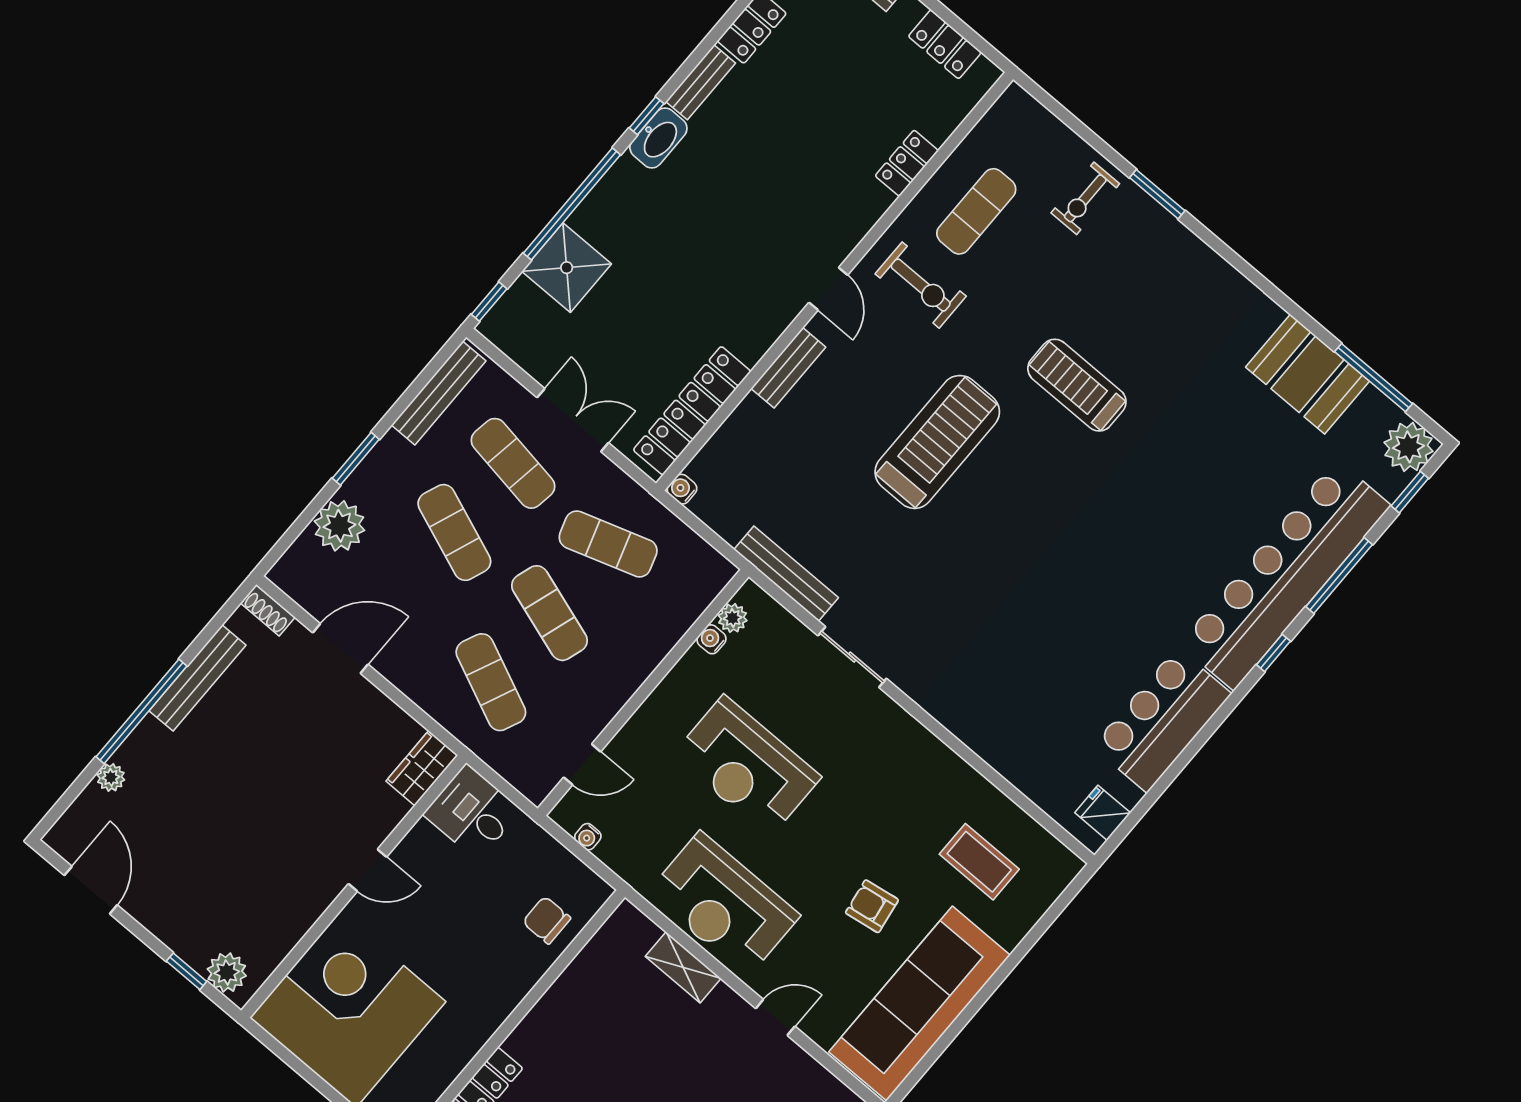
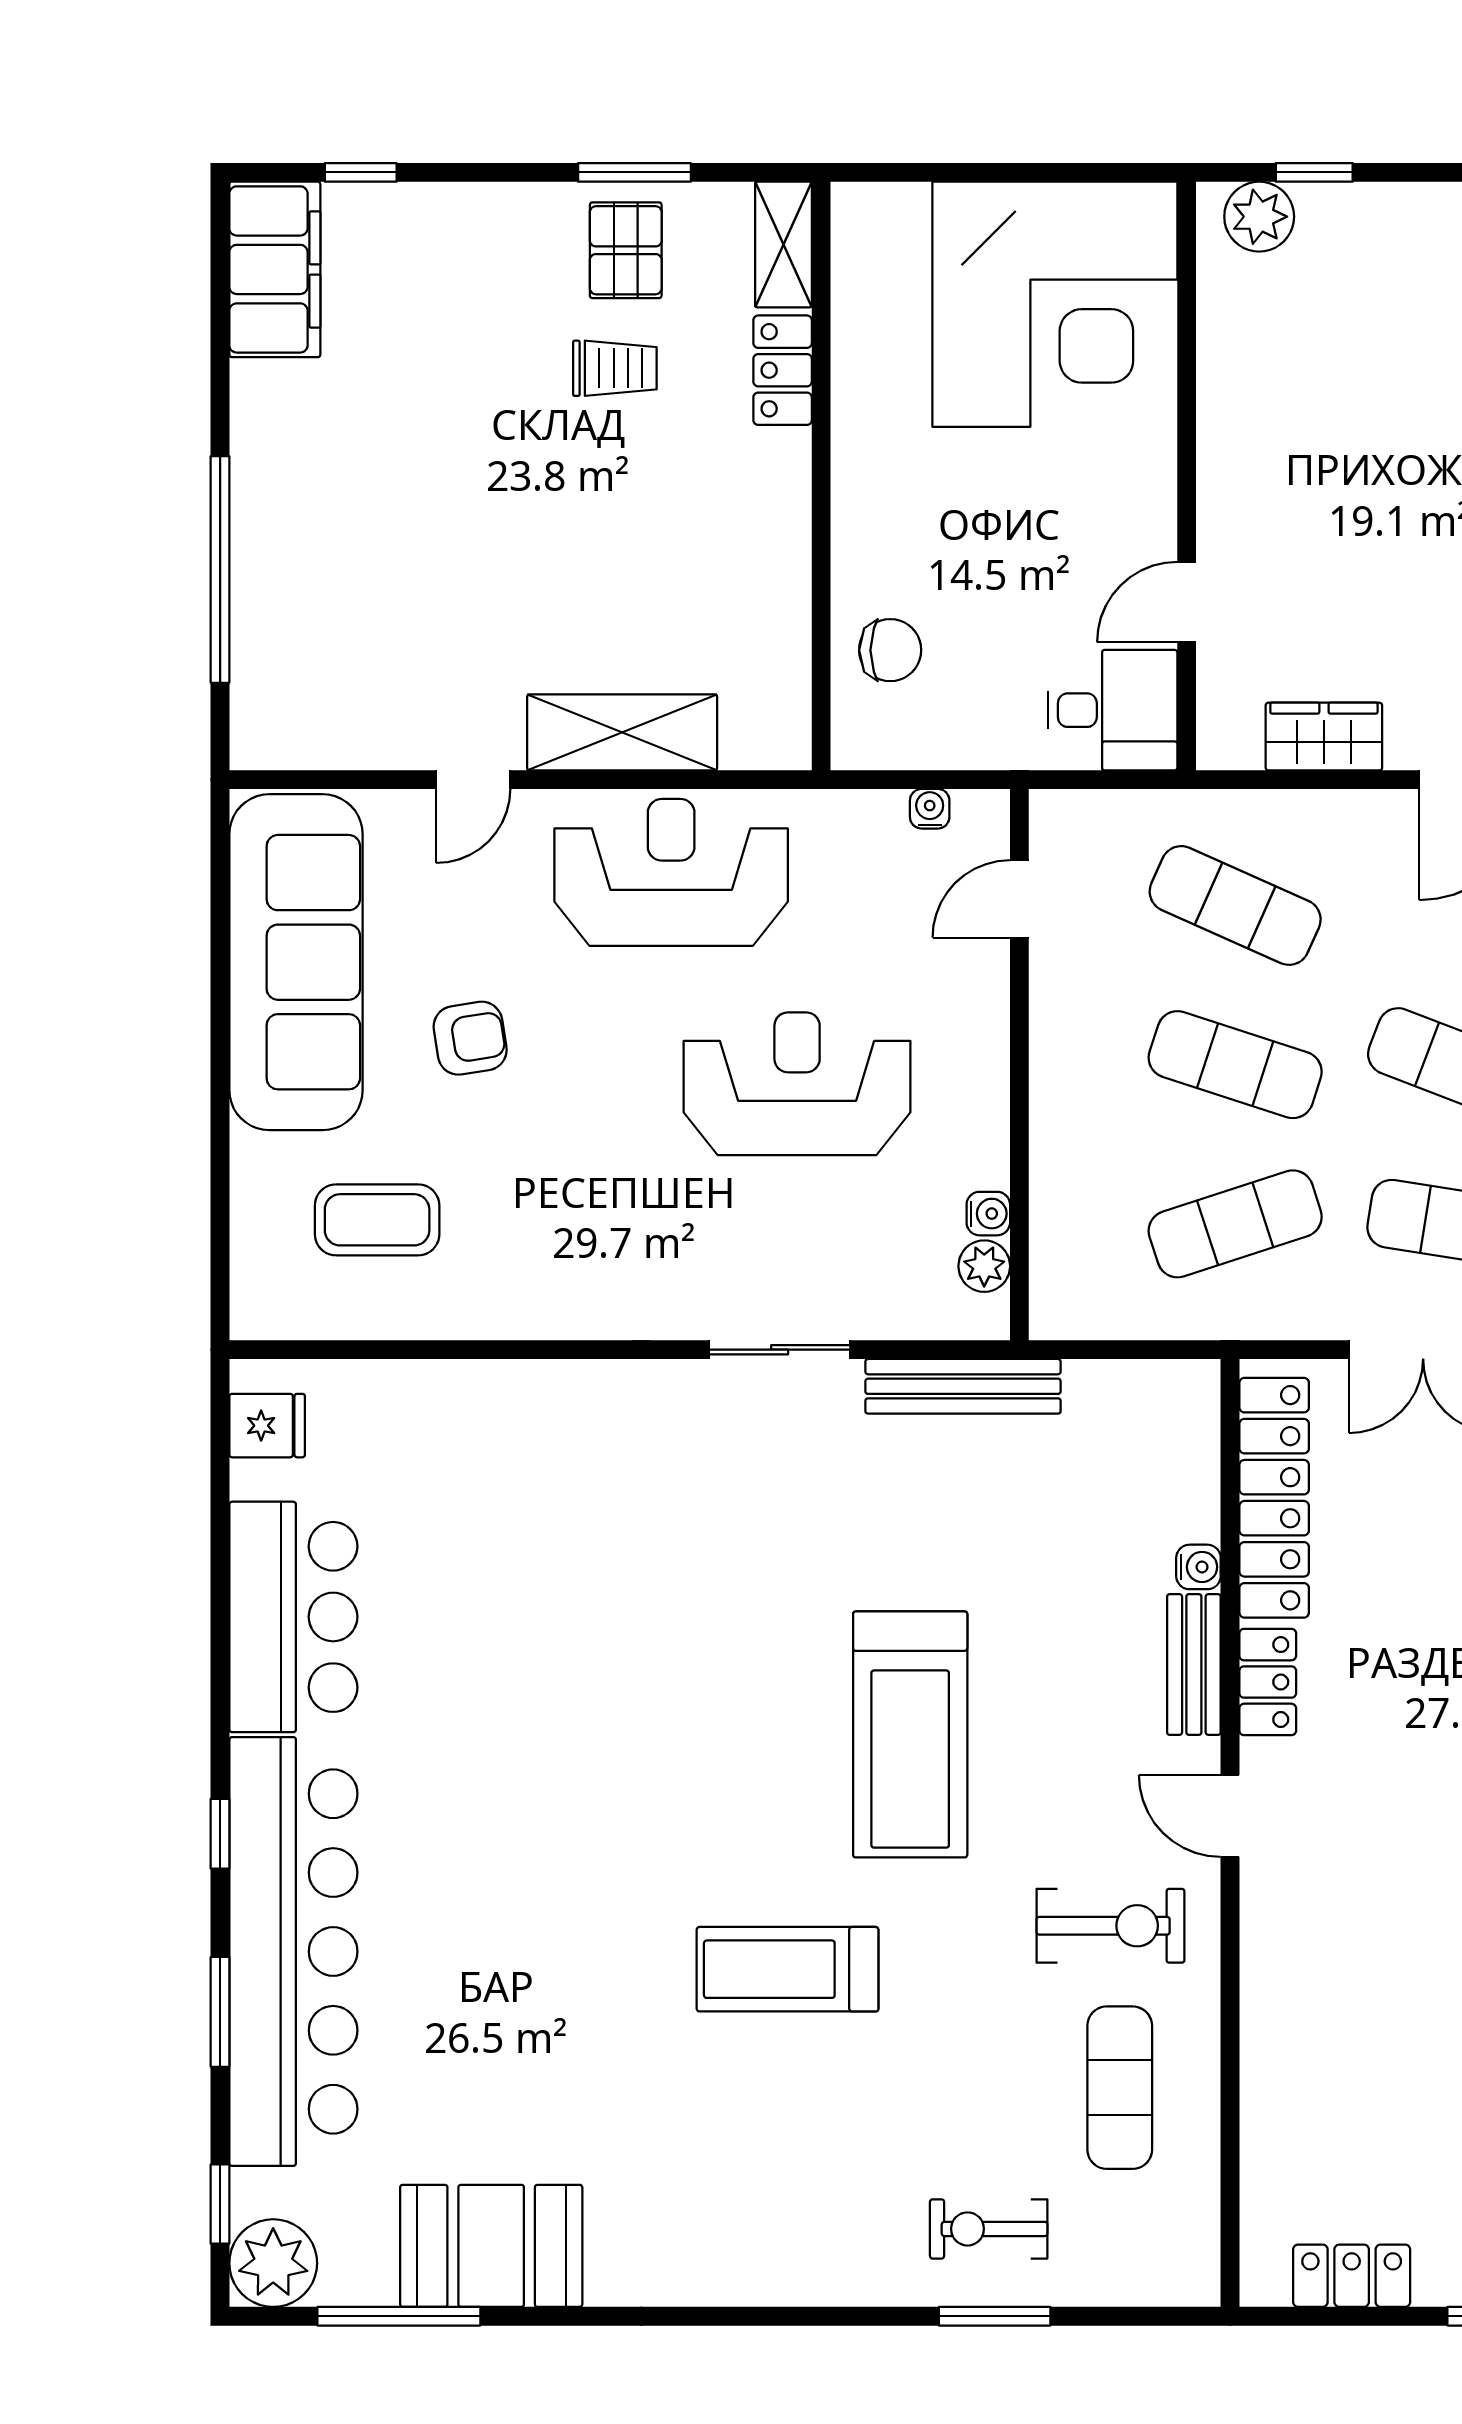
locker: (907, 163) -> (1268, 1682), moved
window: (1157, 194) -> (995, 2316), moved
exercise bike: (1085, 198) -> (989, 2229), turned -90
exercise bike: (921, 285) -> (1111, 1926), turned 180
treadmill: (1077, 385) -> (788, 1969), turned 180
water cooler: (682, 489) -> (1198, 1567), moved
window: (1339, 576) -> (220, 2012), width x0.69
wardrobe: (422, 768) -> (1324, 737), moved, turned -90
door: (367, 870) -> (1187, 602), moved
shelving: (683, 967) -> (622, 732), width x1.50, depth x1.33

